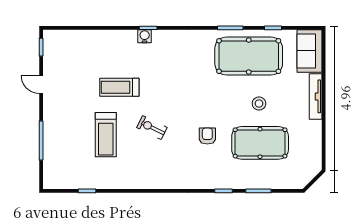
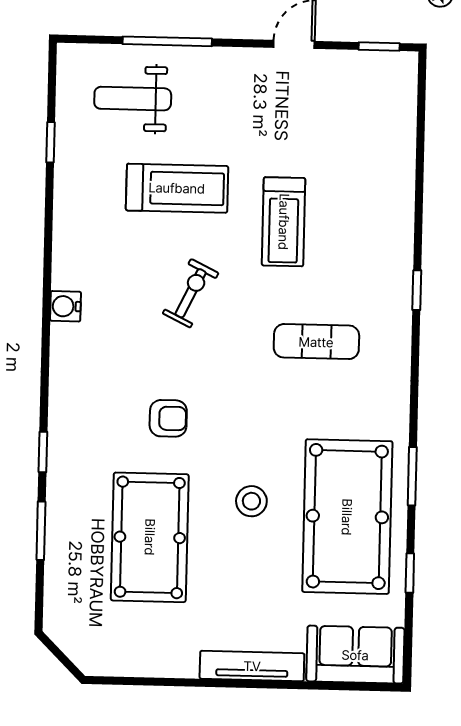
water cooler: (145, 36) -> (65, 306), moved, turned 180
exercise mat: (172, 72) -> (316, 342), added
treadmill: (119, 87) -> (284, 222), turned 180
stool: (259, 104) -> (251, 501), moved
treadmill: (106, 135) -> (177, 188), turned 180
weight bench: (67, 155) -> (133, 99), added

